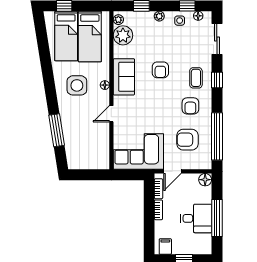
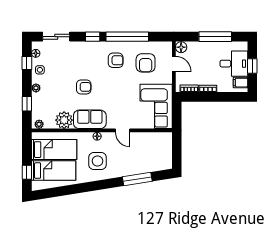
plant: (123, 35) -> (64, 120), moved
coffee table: (196, 78) -> (91, 55), removed
window: (217, 136) -> (127, 37), moved
door: (173, 171) -> (174, 64), moved
desk: (196, 218) -> (234, 64), moved, turned 90

